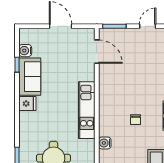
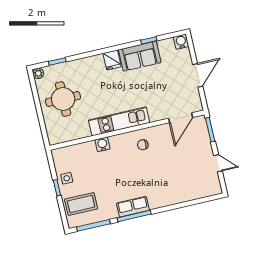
water cooler: (25, 51) -> (181, 42), moved
chair: (136, 120) -> (143, 145), moved
water cooler: (105, 143) -> (102, 144), moved

